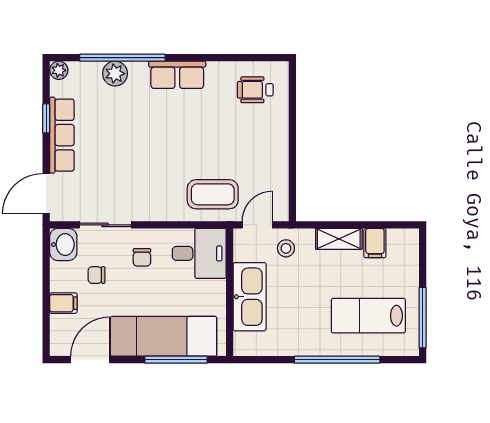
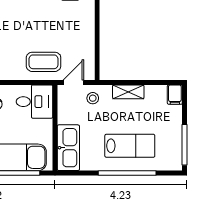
filing cabinet: (375, 243) -> (175, 95), moved
kitchen sink: (250, 297) -> (68, 148), moved
lab bench: (368, 316) -> (130, 146), moved, turned 180

